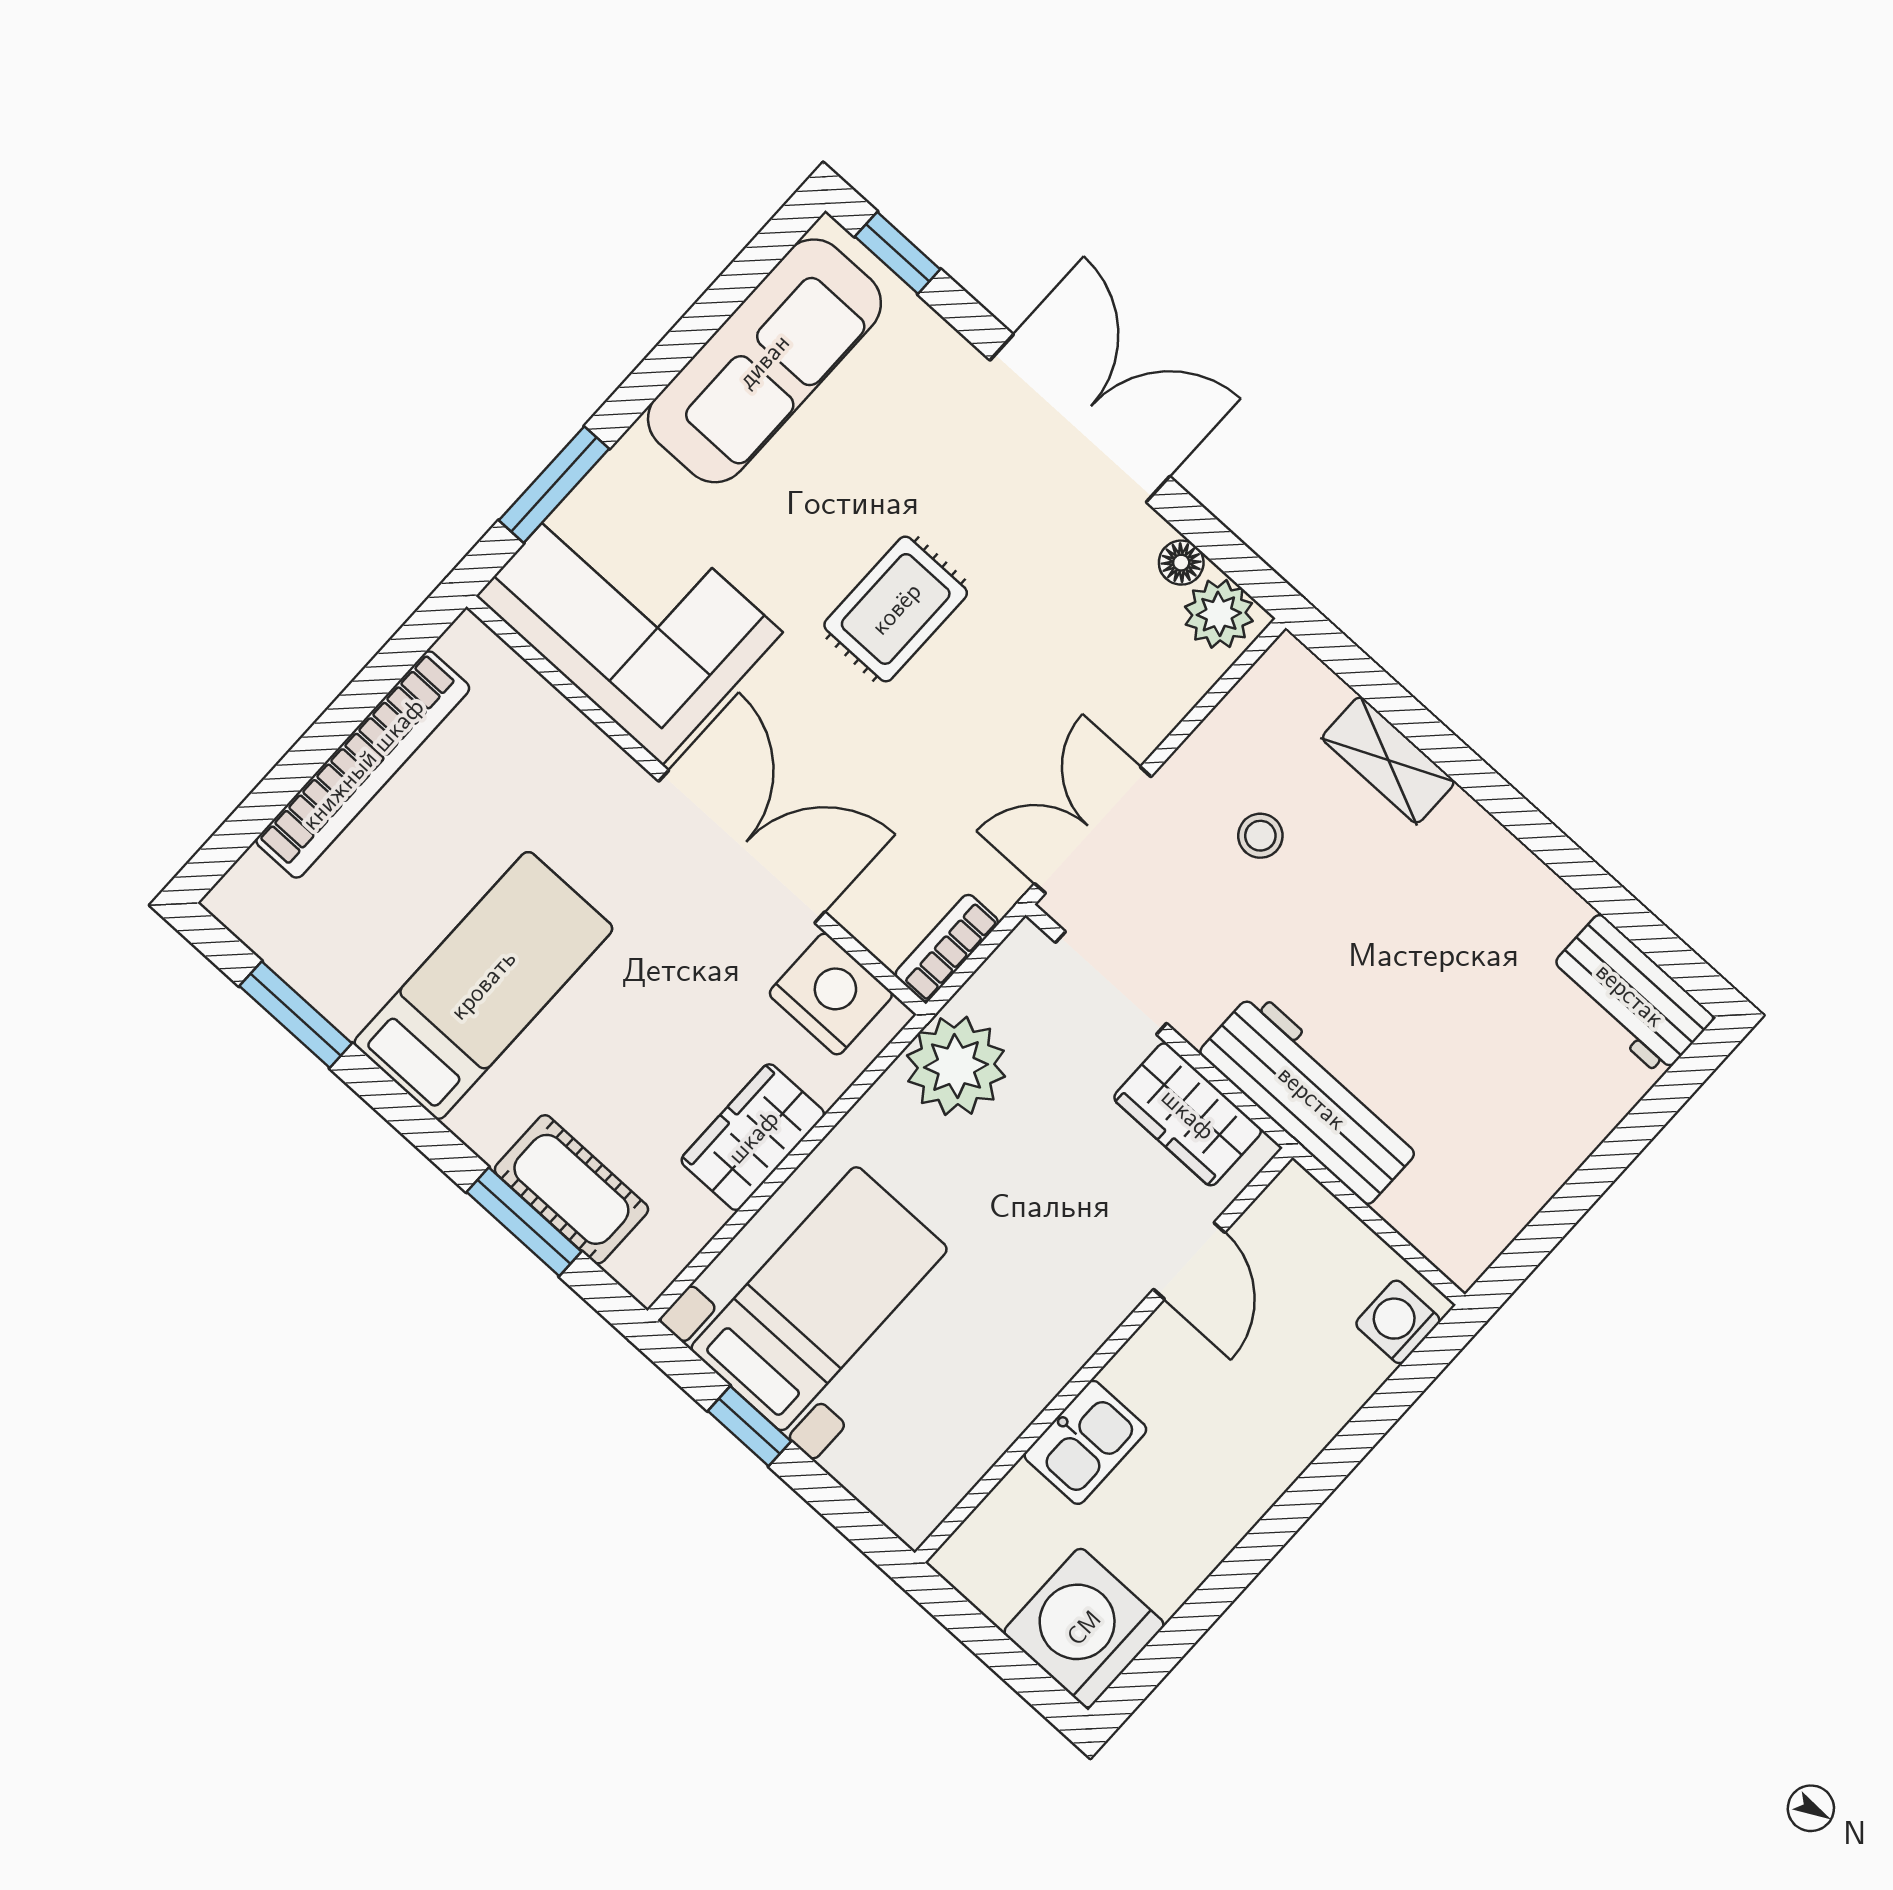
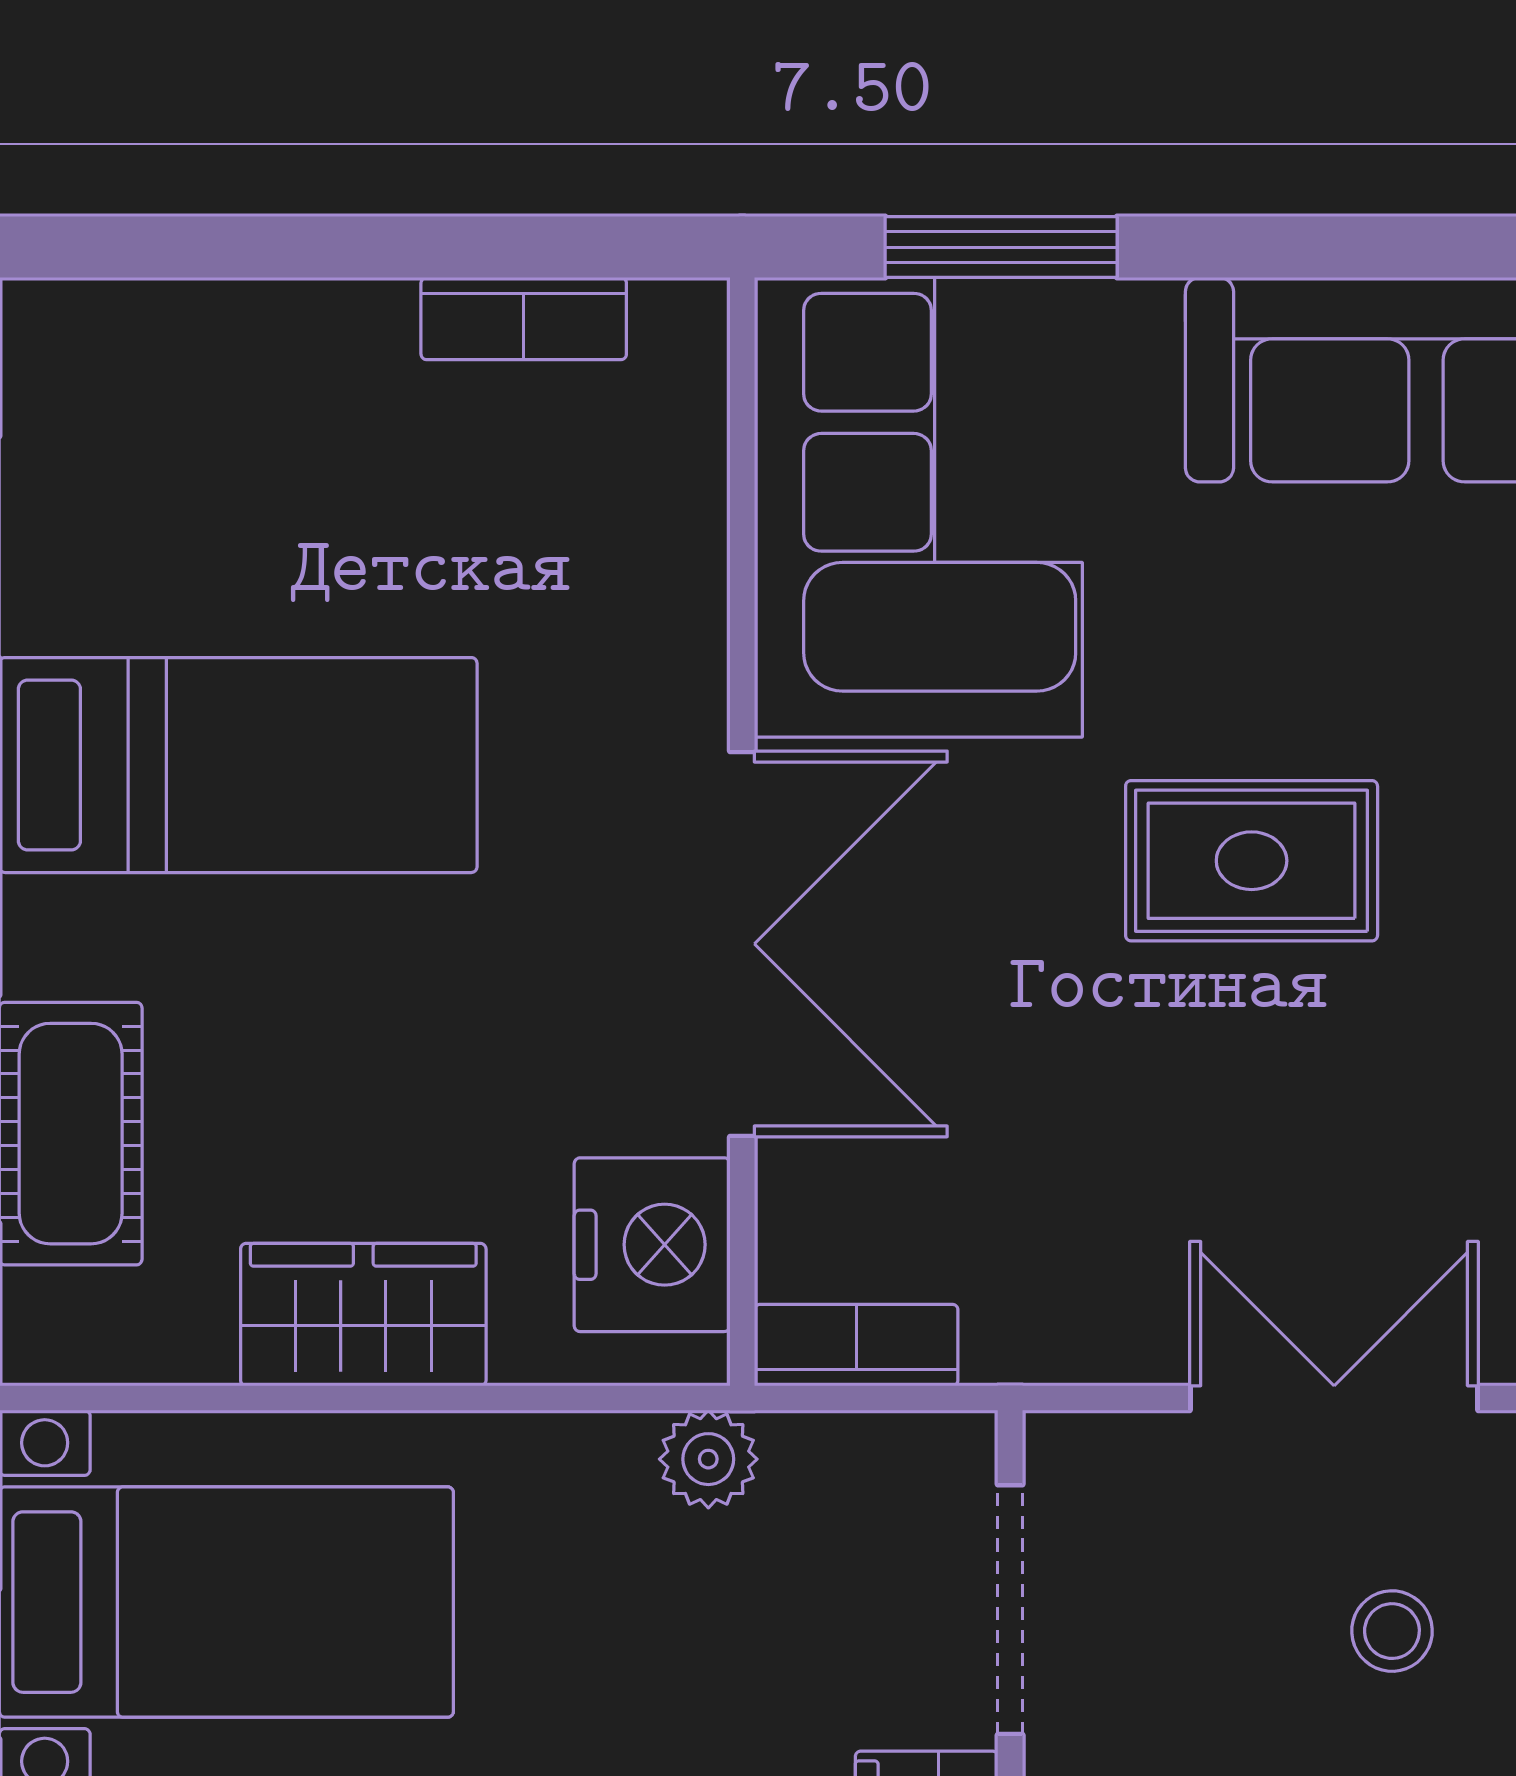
bookcase: (363, 764) -> (524, 319), width x0.43, depth x0.76
double door: (1093, 830) -> (1334, 1398), moved
plant: (956, 1066) -> (708, 1459), width x0.53, depth x0.53

